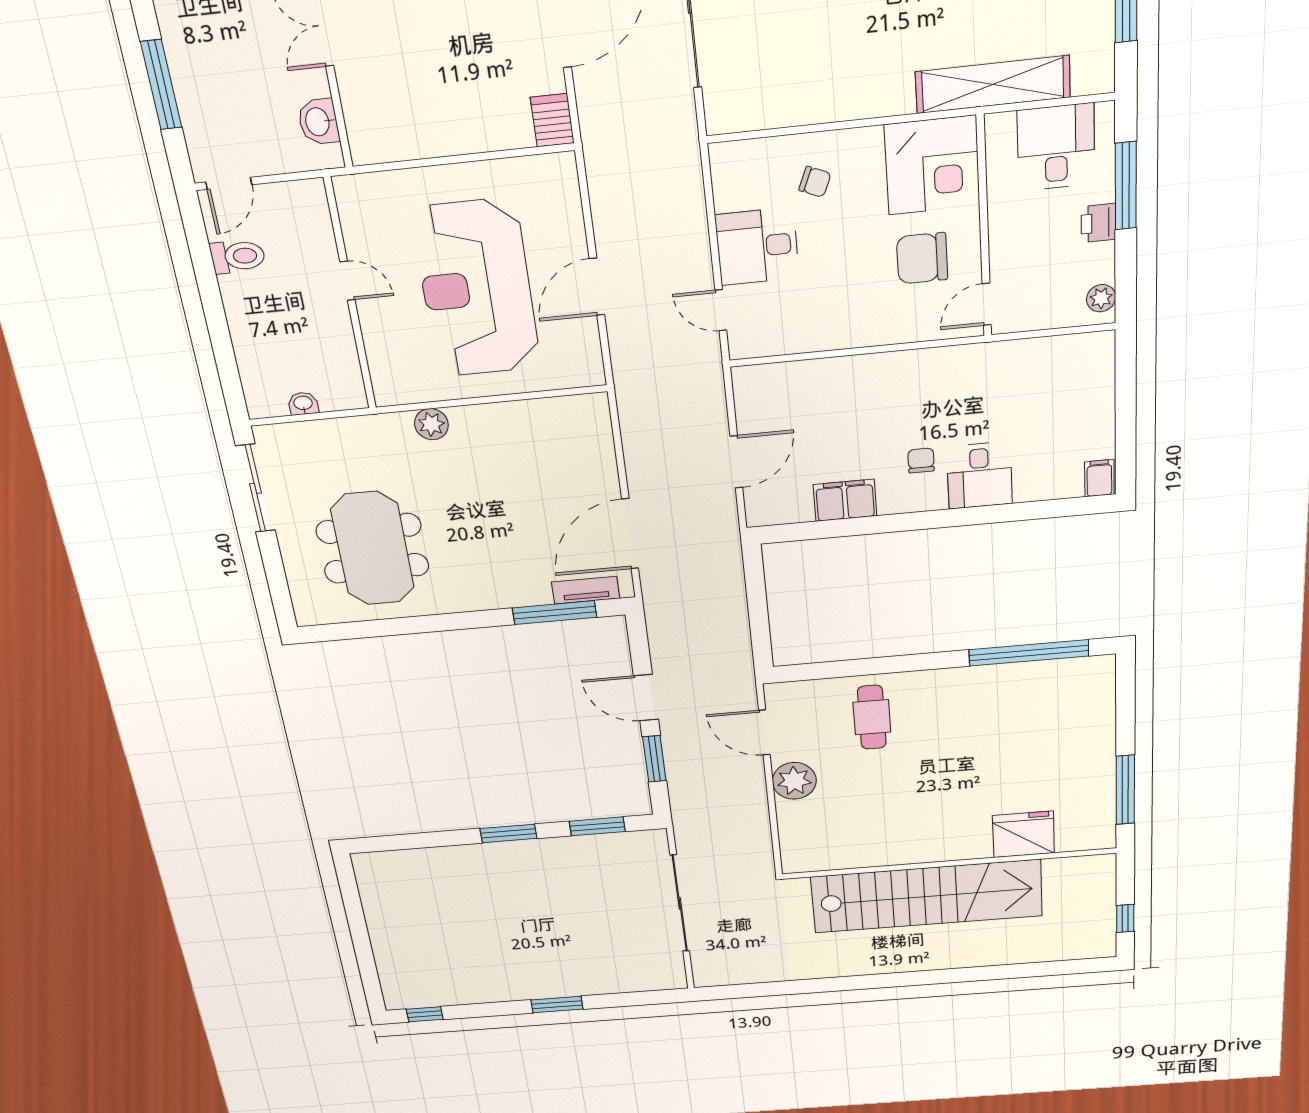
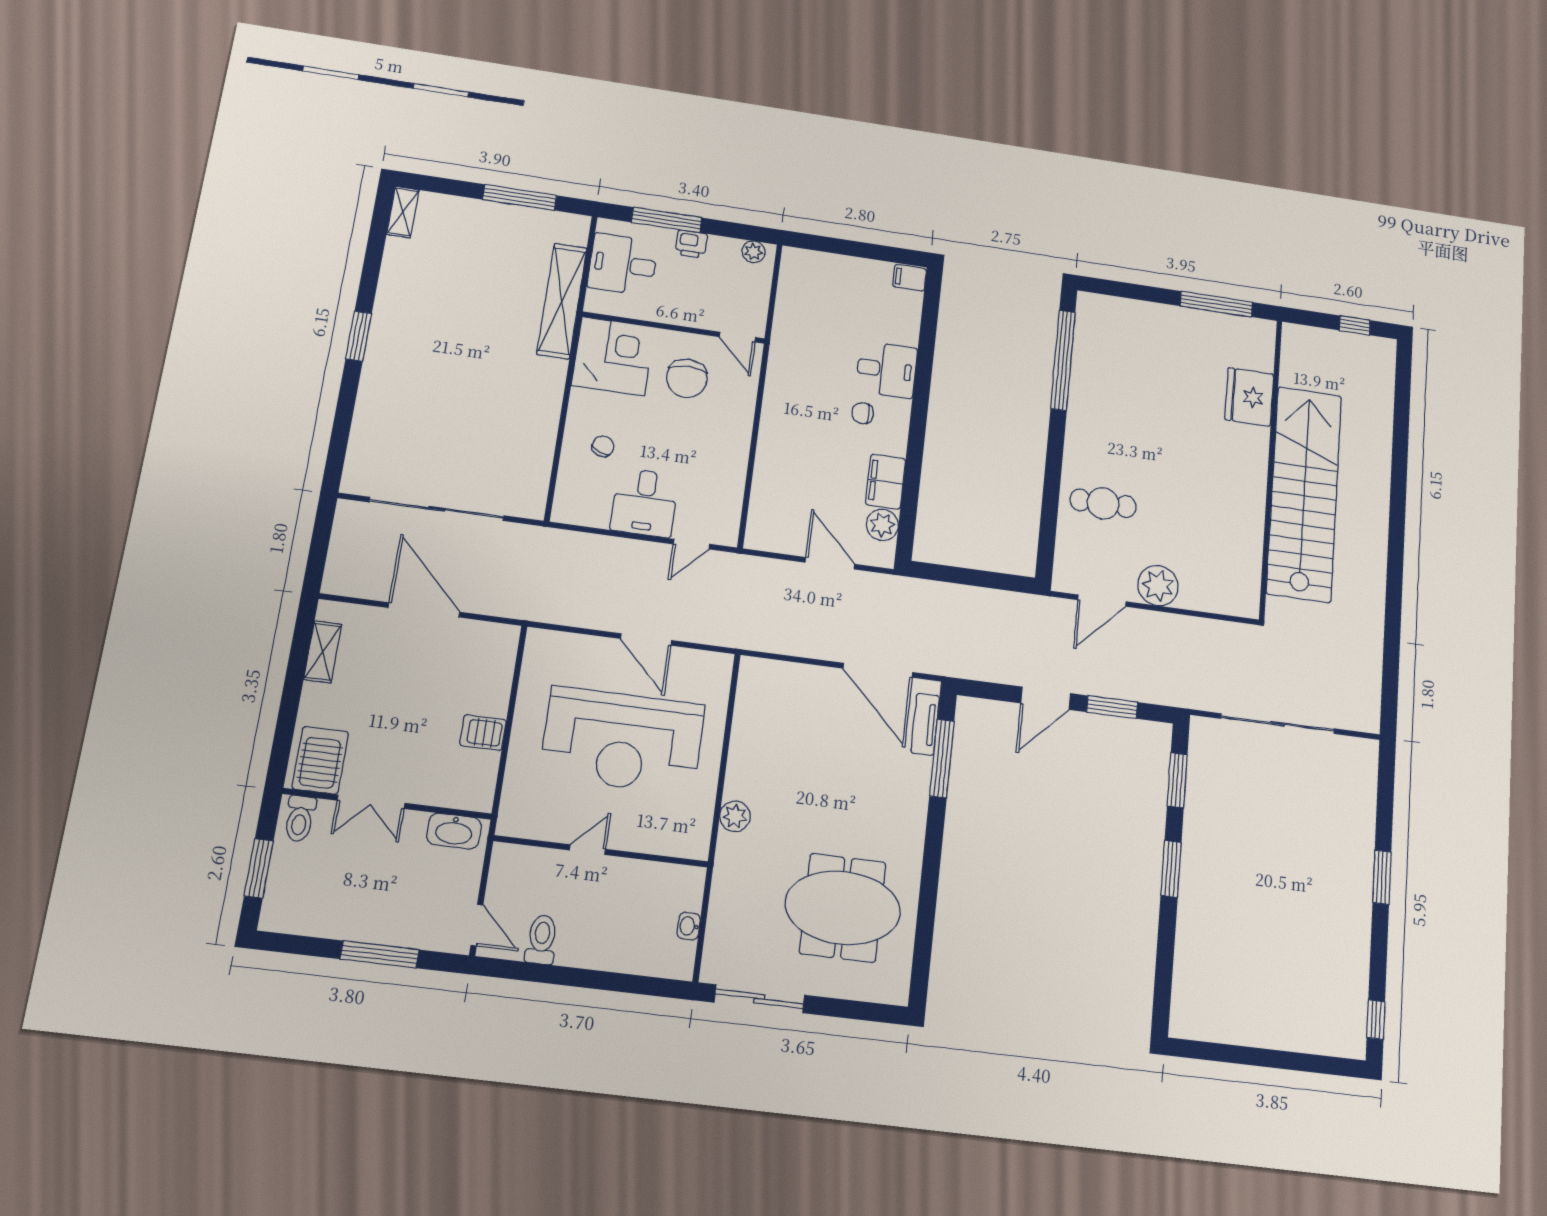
server rack: (552, 120) -> (483, 733), moved
washbasin: (318, 122) -> (454, 831), width x1.38
plant: (794, 507) -> (882, 525), added

